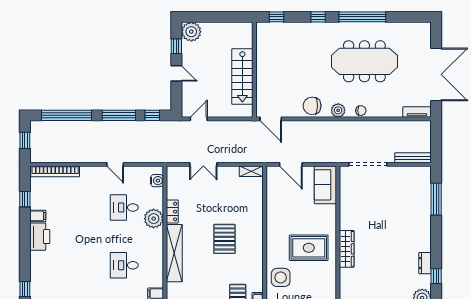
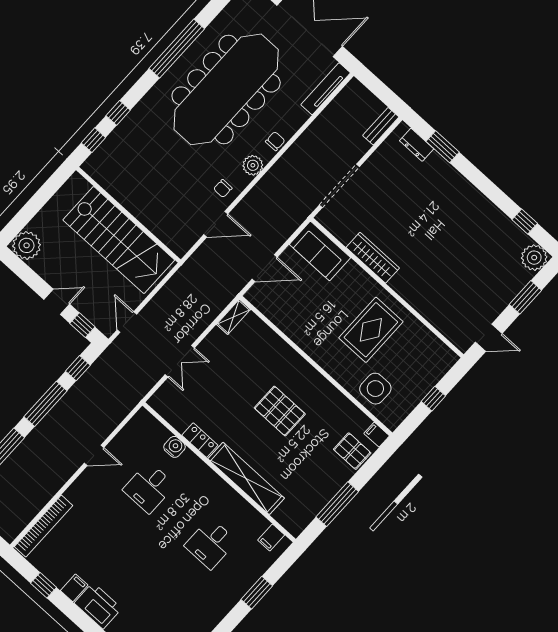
window: (318, 17) -> (118, 113), moved
window: (176, 46) -> (82, 325), moved
meeting table: (364, 61) -> (226, 89), width x1.36, depth x1.27
stairs: (242, 76) -> (119, 240), width x1.36, depth x1.51
chair: (312, 106) -> (223, 188), width x0.54, depth x0.54
tv unit: (417, 112) -> (326, 89), width x1.41
door: (271, 119) -> (216, 224), moved
bench: (413, 158) -> (381, 126), width x0.73
water cooler: (157, 181) -> (175, 447), moved
window: (436, 199) -> (443, 147), width x0.69
plant: (154, 219) -> (189, 467), removed
wardrobe: (347, 249) -> (373, 258), moved
dresser: (425, 263) -> (417, 145), moved

